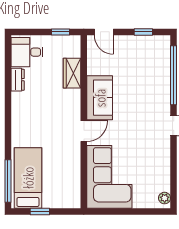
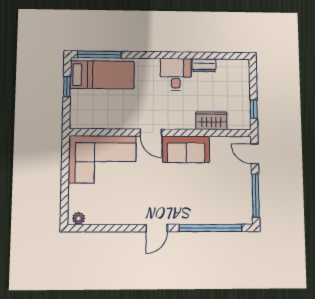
door: (104, 32) -> (255, 154), hinge flipped
window: (143, 32) -> (256, 195), width x2.17
desk: (27, 52) -> (176, 75), moved

